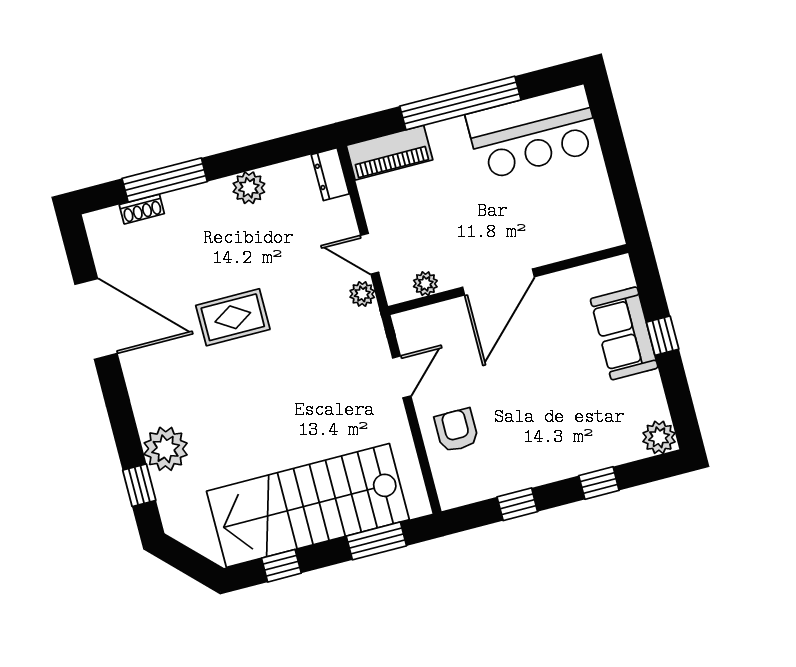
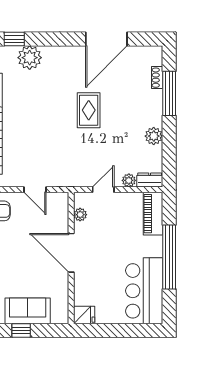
fridge: (605, 229) -> (84, 315), added
plant: (362, 294) -> (129, 180), moved

